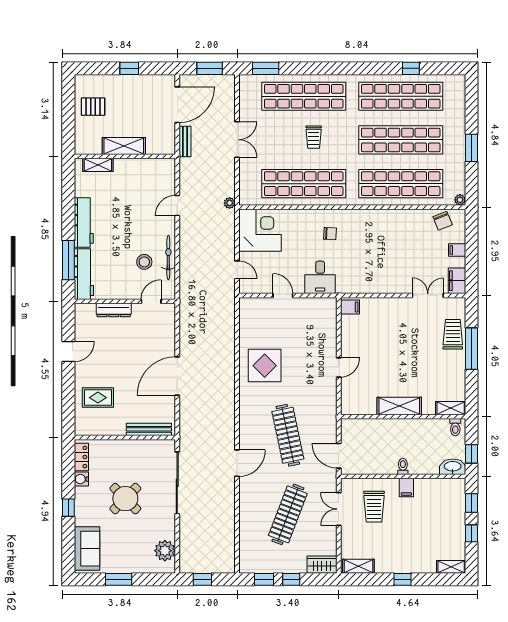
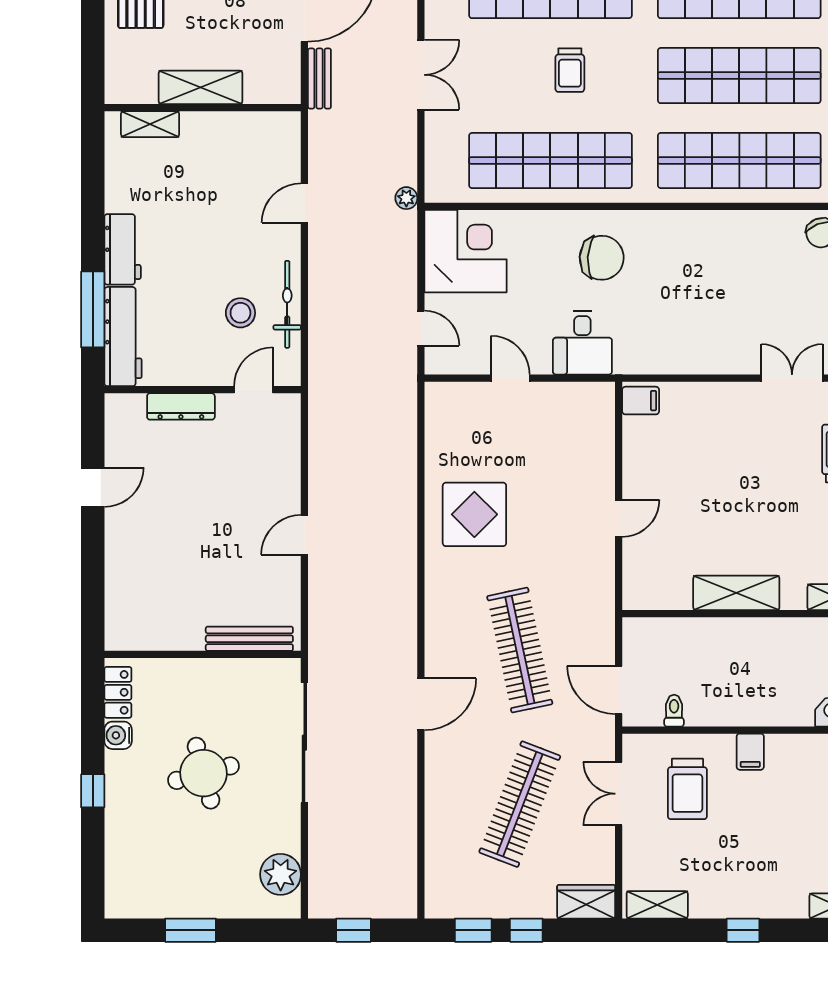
workbench: (84, 223) -> (123, 249), width x0.73
chair: (330, 234) -> (602, 258), width x1.87, depth x1.87
door: (177, 376) -> (304, 535), width x0.53
rug: (98, 398) -> (150, 577), removed
toilet: (403, 466) -> (674, 711), moved
round table: (125, 499) -> (203, 773), turned 30
sofa: (87, 549) -> (129, 870), removed

